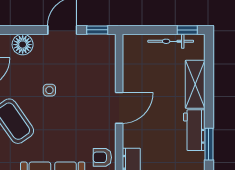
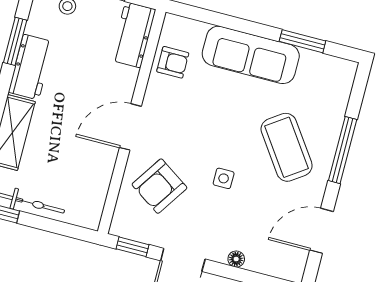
floor lamp: (23, 45) -> (236, 259), width x0.53, depth x0.53
armchair: (90, 74) -> (159, 186), added

